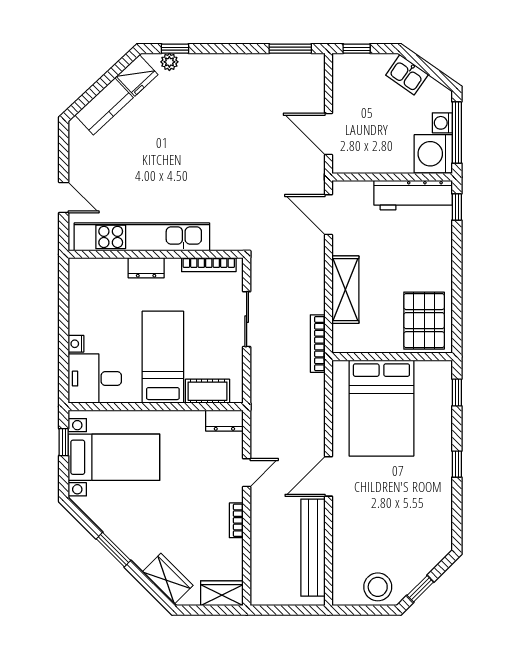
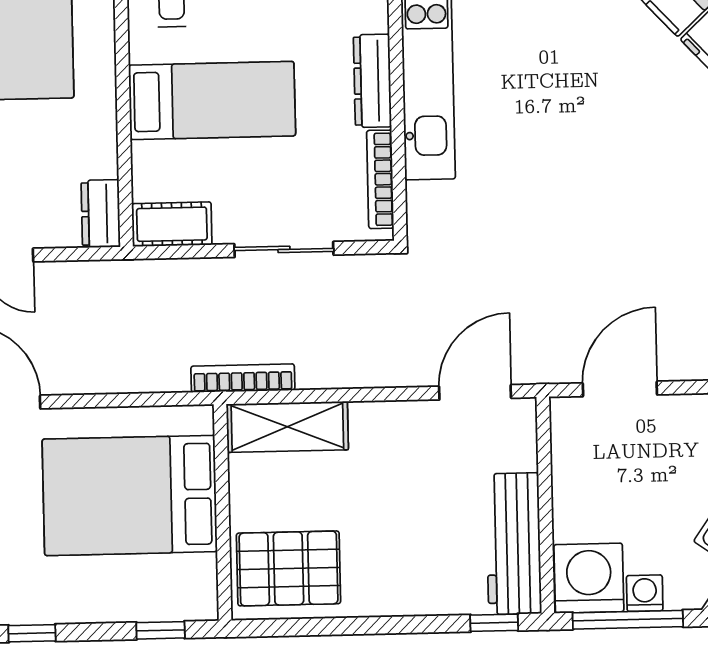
dresser: (146, 268) -> (372, 81), width x1.44
shelving: (345, 290) -> (287, 427), moved
cot: (207, 391) -> (172, 224), moved, turned 90

